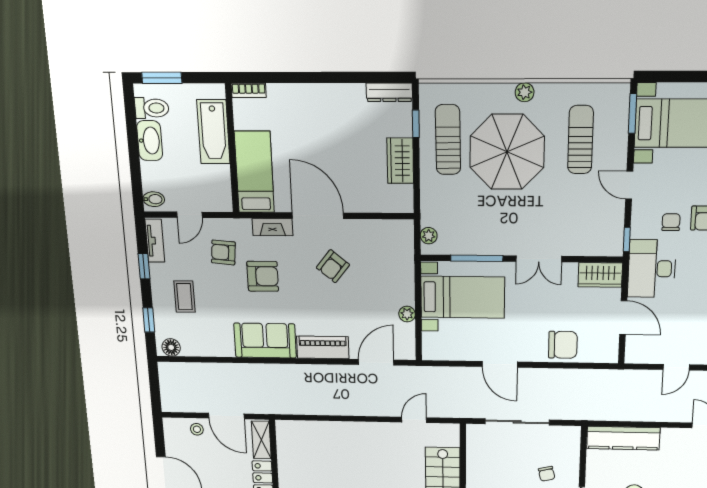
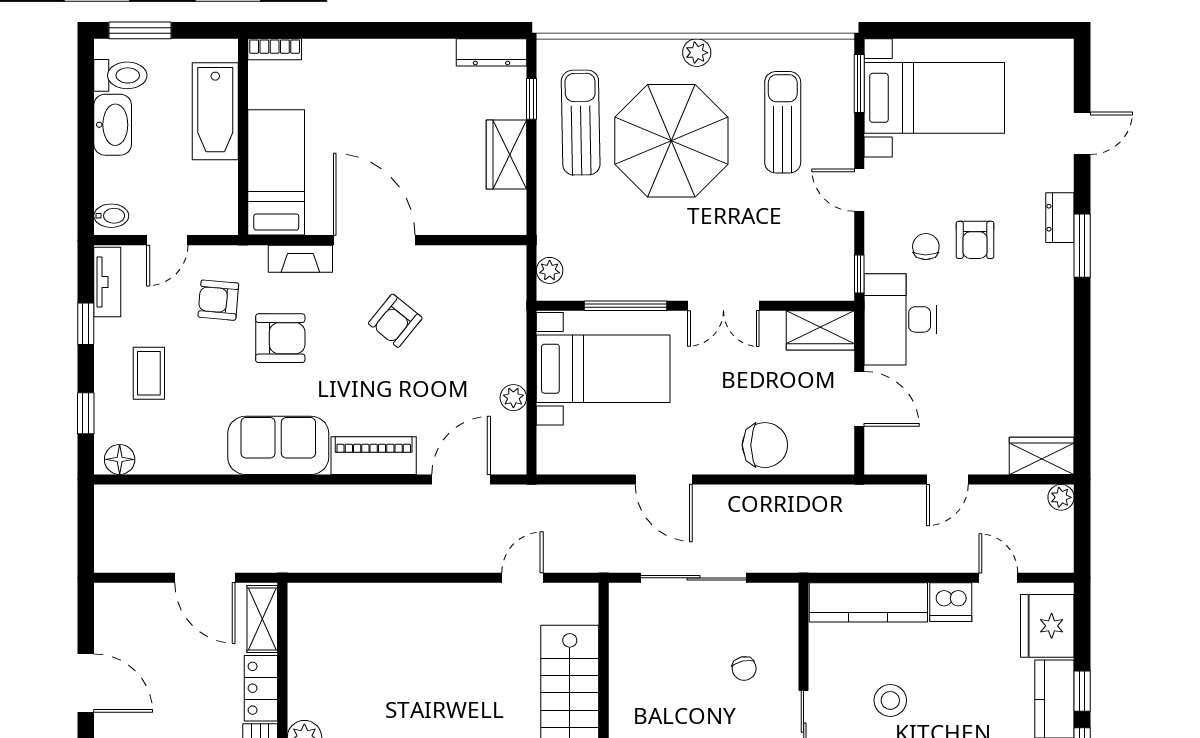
stool: (197, 429) -> (152, 602), removed
dishwasher: (674, 439) -> (951, 602), added

